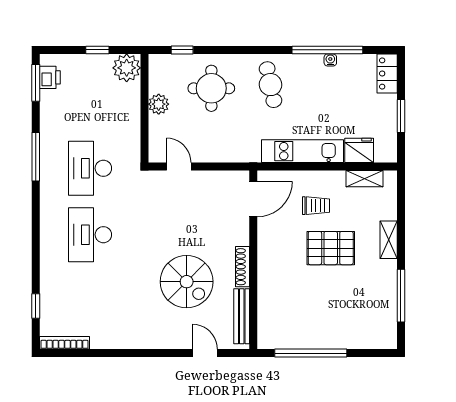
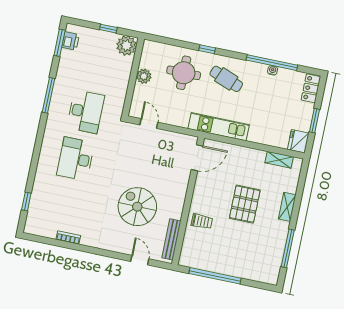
window: (182, 50) -> (207, 49), moved
cafe table: (270, 85) -> (226, 79), turned -57
fridge: (359, 150) -> (298, 141), moved, turned -90
kitchen unit: (303, 151) -> (219, 127), moved
desk: (90, 168) -> (86, 112), turned 180
trolley: (316, 206) -> (202, 221), moved
pallet: (331, 248) -> (245, 204), turned 90
shoe rack: (243, 267) -> (179, 204), removed
spiral stairs: (187, 282) -> (137, 207), turned 180
bookcase: (65, 343) -> (68, 238), moved, width x0.64

